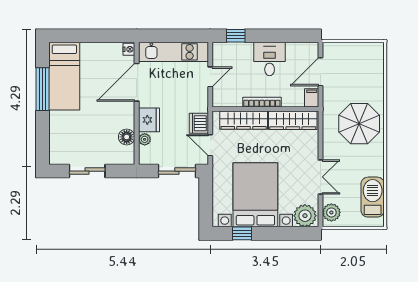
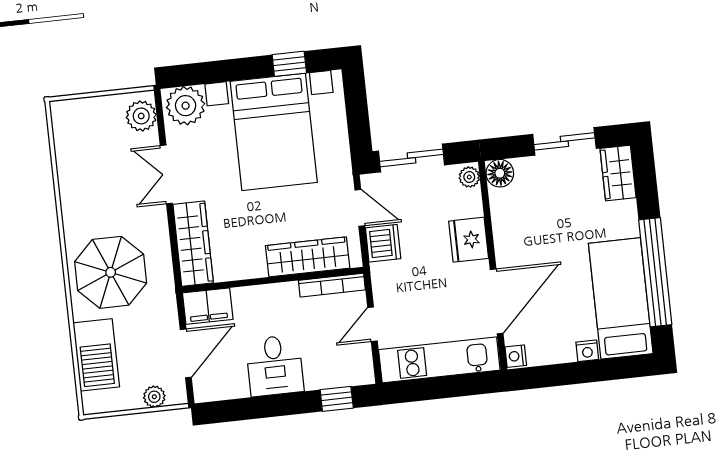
nightstand: (87, 48) -> (587, 351), added
plant: (342, 48) -> (154, 397), added
window: (43, 89) -> (655, 272), width x1.46
filing cabinet: (312, 98) -> (208, 306), width x2.00
bookcase: (262, 102) -> (332, 285), moved
wardrobe: (293, 120) -> (193, 244), moved, turned 90
floor lamp: (127, 137) -> (500, 173), moved
plant: (145, 139) -> (469, 177), moved
wardrobe: (58, 149) -> (618, 173), added
barbecue: (373, 197) -> (96, 355), moved

